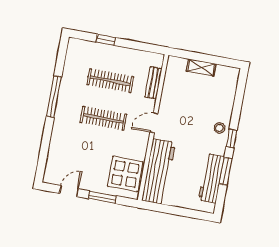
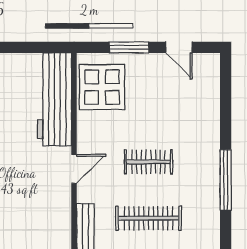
clothes rail: (103, 118) -> (148, 162), width x0.73
door: (69, 191) -> (179, 47), hinge flipped

